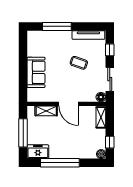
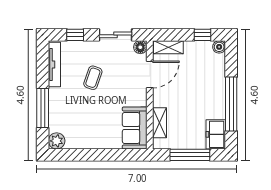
plant: (33, 37) -> (57, 141), added
sofa: (36, 72) -> (135, 128), moved, turned -90
door: (69, 104) -> (150, 74), moved

